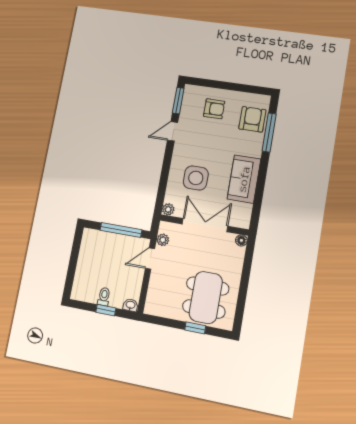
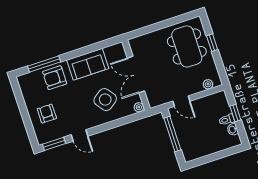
armchair: (252, 119) -> (55, 78), moved
side table: (196, 178) -> (105, 100), turned -37
plant: (163, 240) -> (208, 84), moved
floor lamp: (241, 240) -> (133, 43), removed
dining table: (206, 297) -> (187, 46), turned 90
washbasin: (130, 305) -> (233, 129), moved

